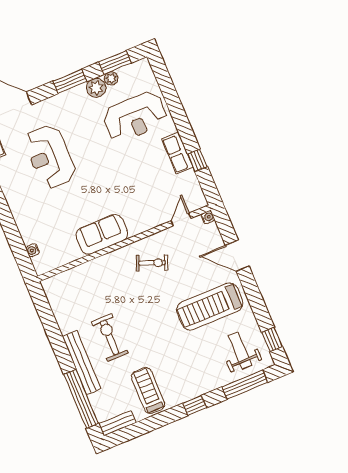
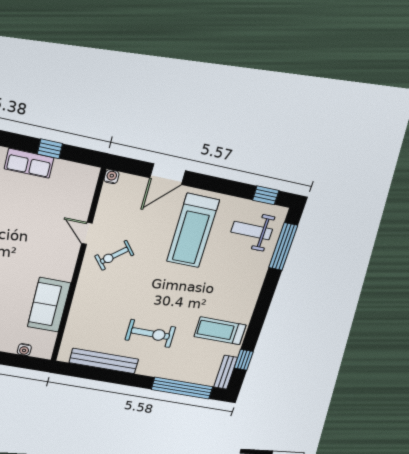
door: (181, 220) -> (87, 233), moved
sofa: (102, 234) -> (49, 305), moved
exercise bike: (152, 263) -> (114, 255), turned -151
exercise bike: (110, 337) -> (150, 333), turned 180
bench: (82, 363) -> (104, 361), moved
window: (195, 405) -> (244, 360), moved

